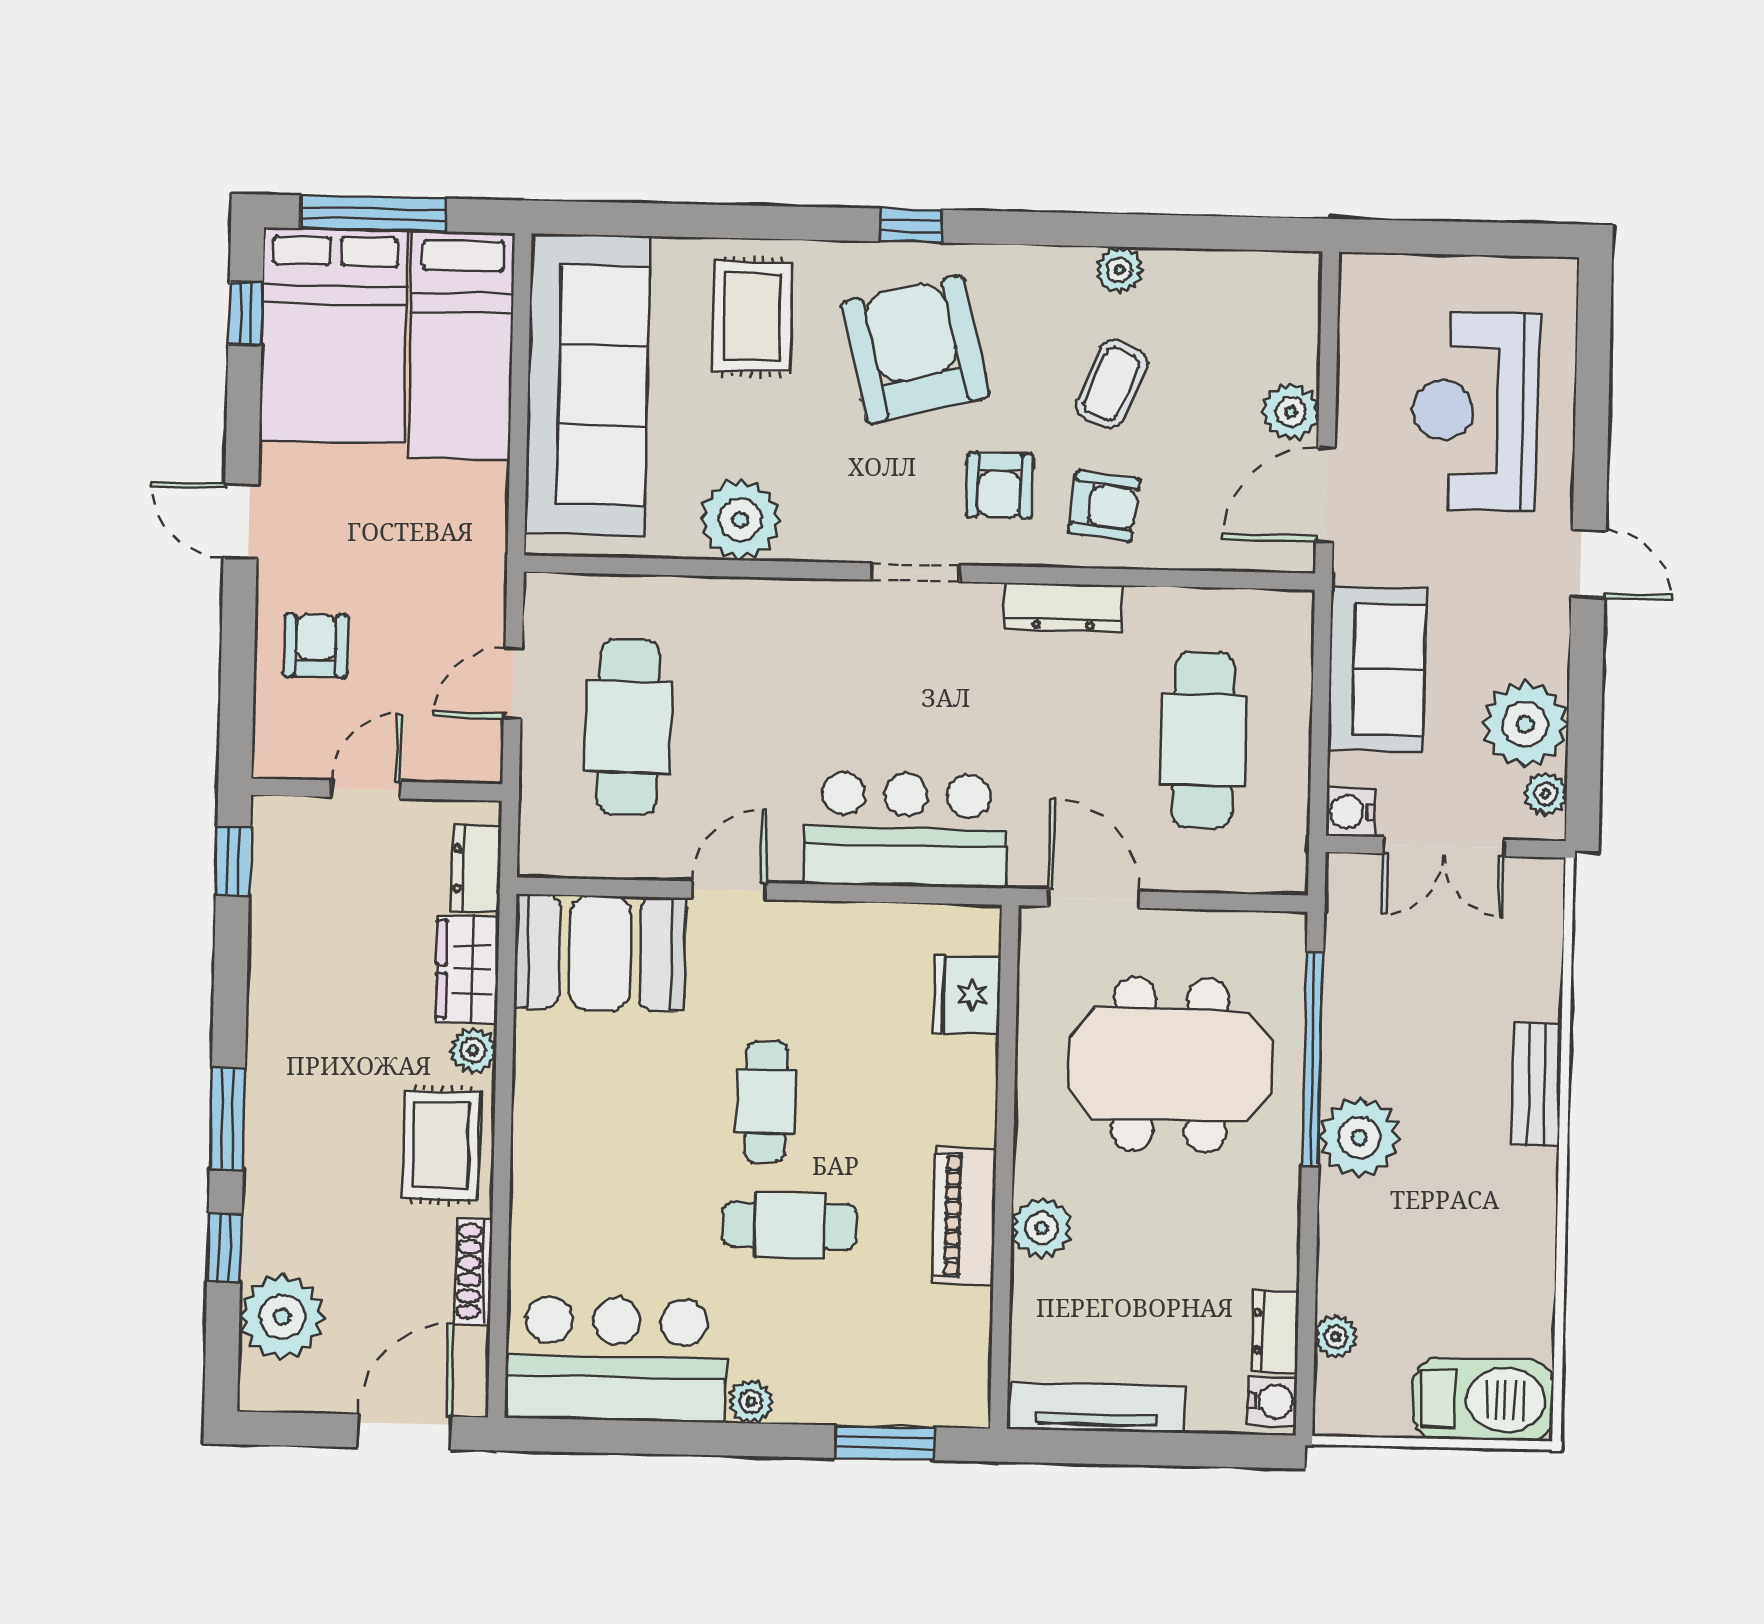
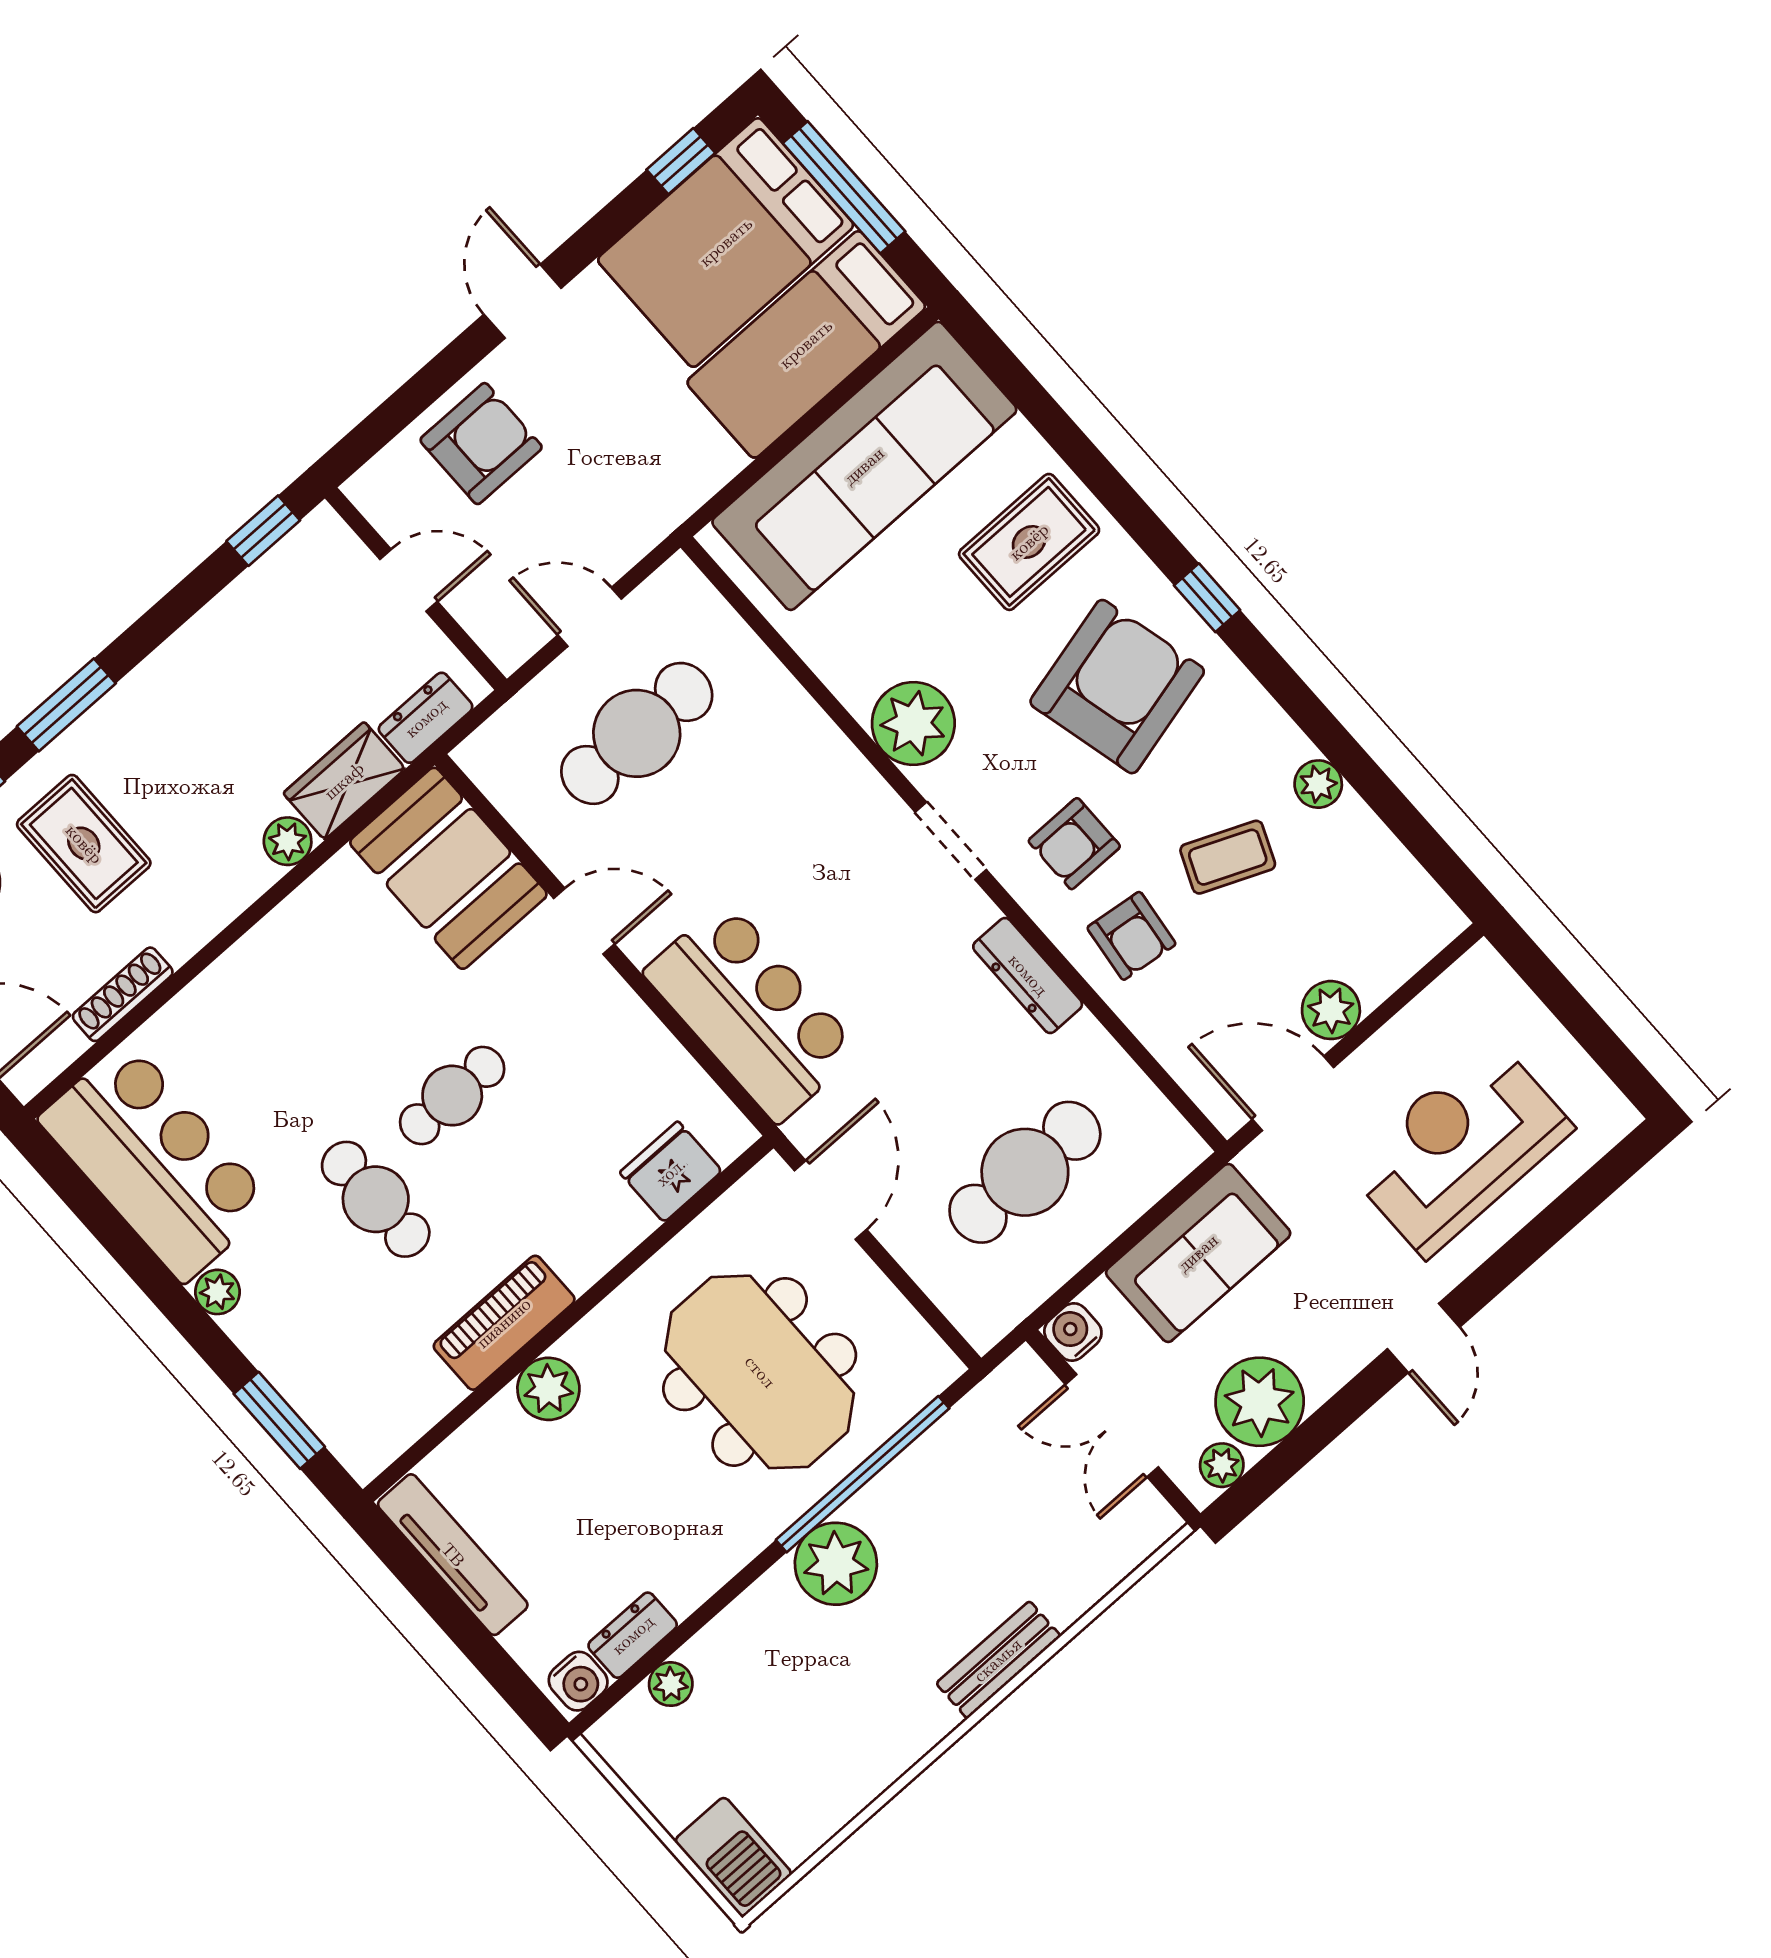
plant: (740, 520) -> (913, 723), moved
armchair: (316, 646) -> (481, 444), width x1.38, depth x1.38
rug: (441, 1145) -> (84, 844), moved, turned 90
barbecue: (1483, 1400) -> (733, 1857), width x0.73, depth x0.83

